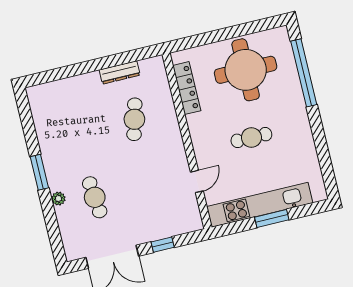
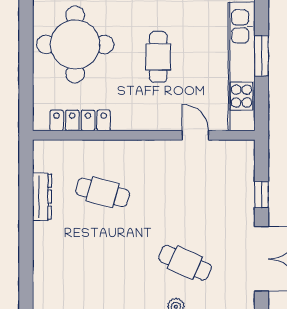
cafe table: (95, 197) -> (185, 263), turned 30

